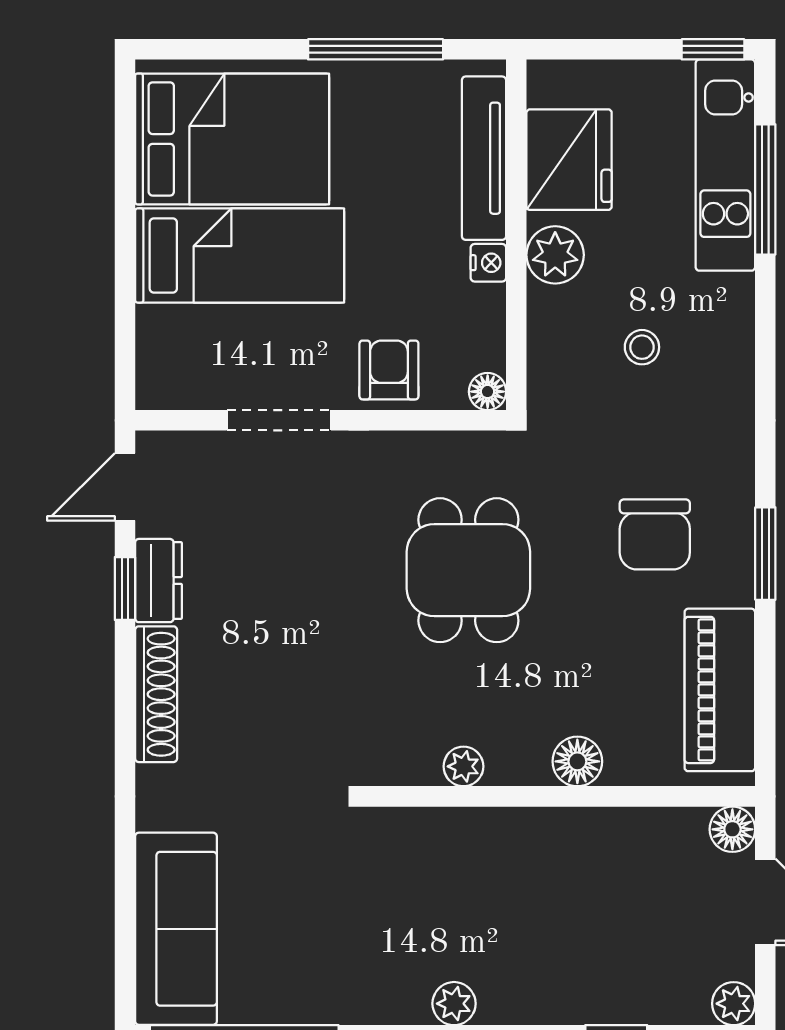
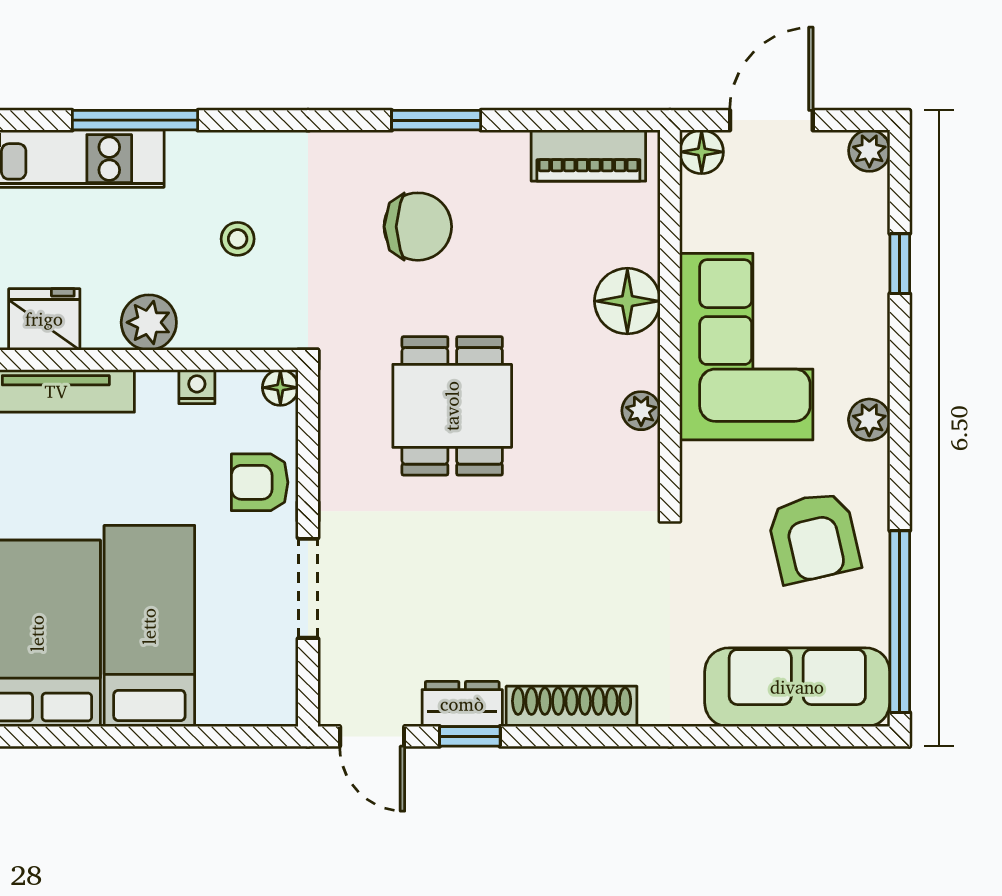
fridge: (569, 160) -> (44, 319), width x0.73, depth x0.75
window: (765, 189) -> (135, 120), moved
nightstand: (488, 263) -> (197, 387), moved
dining table: (468, 570) -> (452, 406), turned 90
piano: (720, 690) -> (588, 156), width x0.73, depth x0.75
floor lamp: (577, 761) -> (627, 301), width x1.38, depth x1.38
corner sofa: (530, 876) -> (746, 347), added
armchair: (332, 946) -> (814, 537), added

